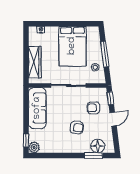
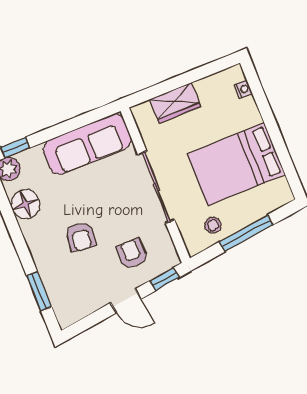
wardrobe: (35, 62) -> (175, 103), width x0.67
floor lamp: (98, 146) -> (25, 204), moved

